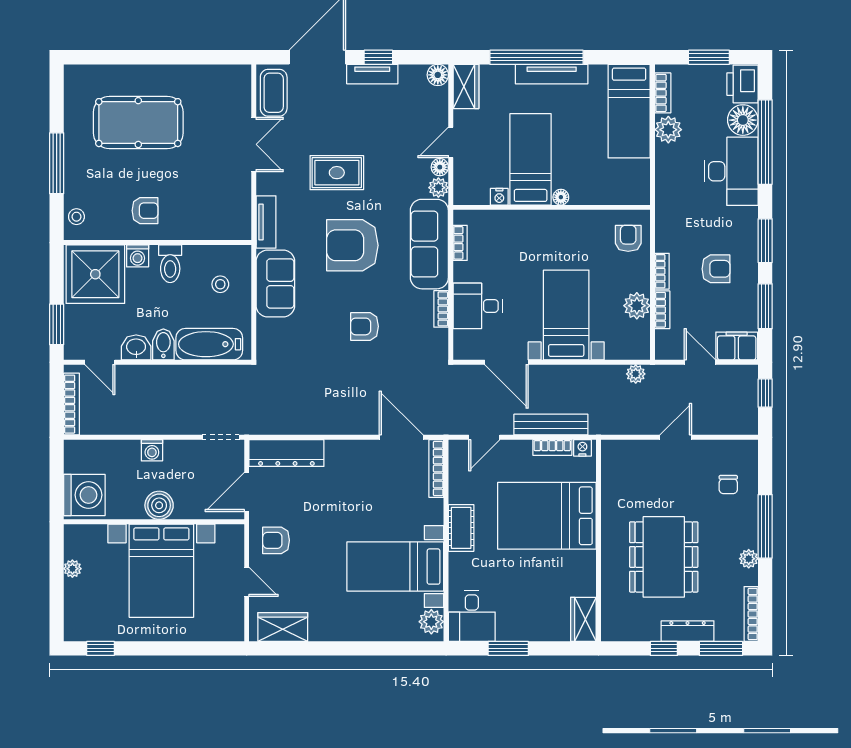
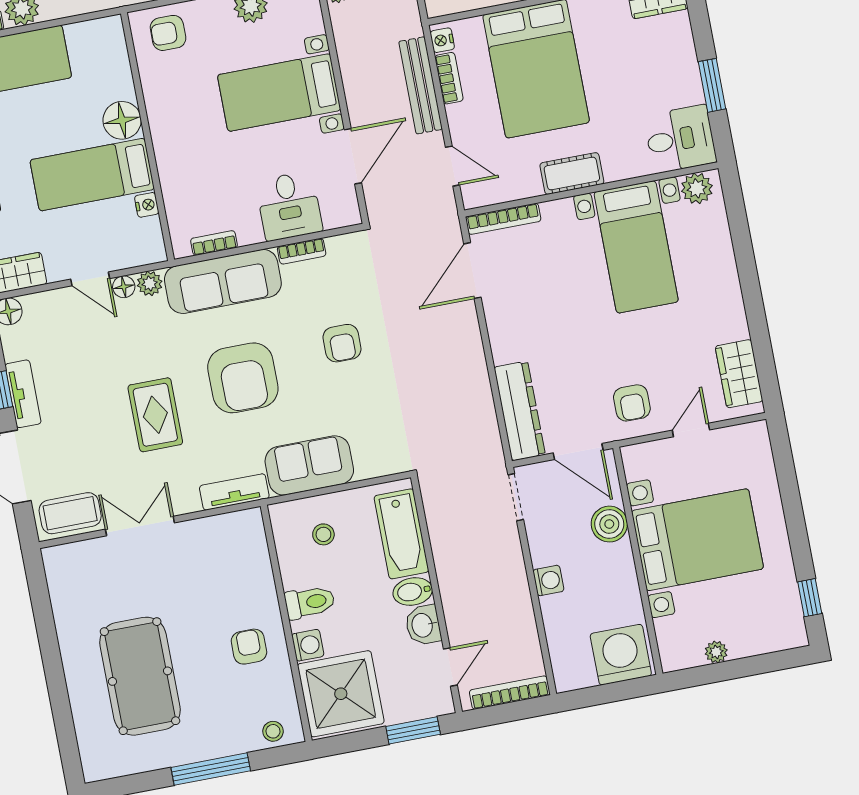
floor lamp: (561, 197) -> (122, 120), width x1.89, depth x1.89
boiler: (159, 505) -> (609, 524), moved

